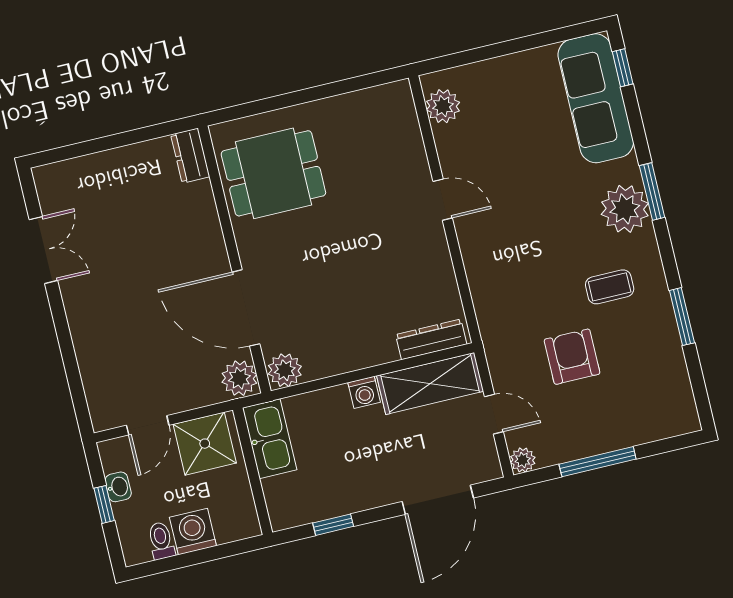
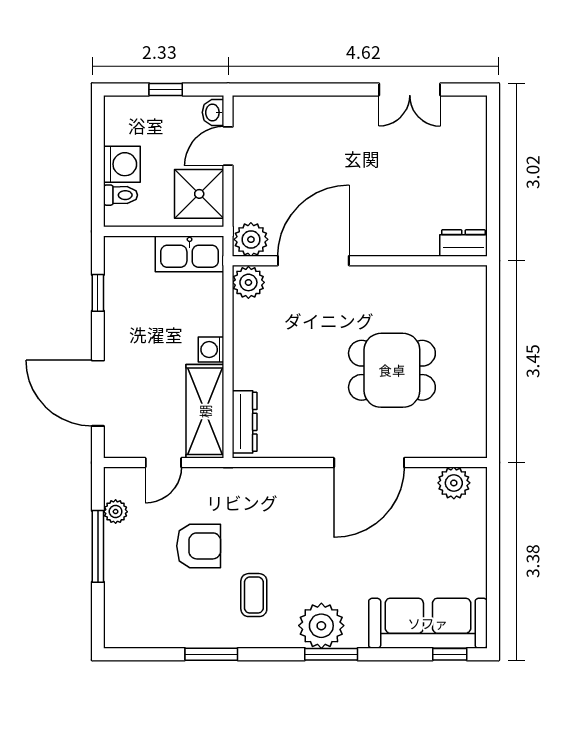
dining table: (273, 173) -> (392, 370), moved, turned 90
door: (443, 200) -> (369, 463), width x1.88
door: (148, 425) -> (228, 146), hinge flipped
plant: (523, 460) -> (116, 512), moved
washbasin: (118, 487) -> (213, 112), moved, turned 90
toilet: (161, 541) -> (121, 195), moved

